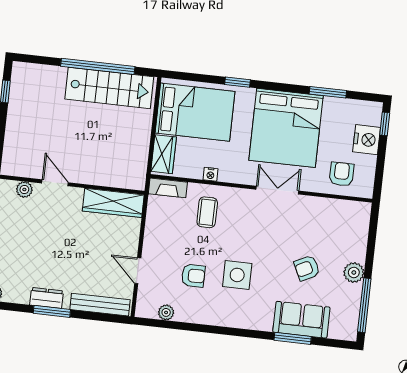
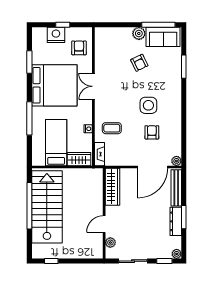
window: (237, 82) -> (29, 118), width x2.17
stairs: (109, 88) -> (47, 207), width x1.36, depth x1.51
bed: (195, 112) -> (56, 143), width x0.67
window: (385, 124) -> (63, 25), moved
armchair: (342, 174) -> (79, 48), turned 90
door: (138, 271) -> (153, 167), width x1.87
dresser: (47, 298) -> (176, 221), width x1.44
plant: (166, 312) -> (176, 161), moved
sofa: (301, 320) -> (163, 37), moved, turned -90

